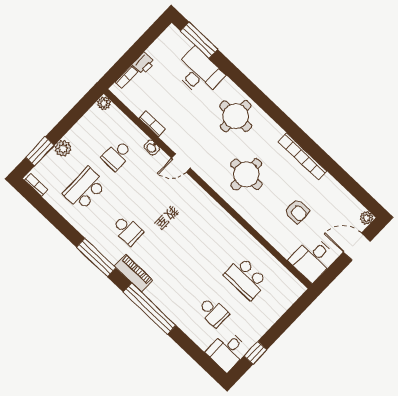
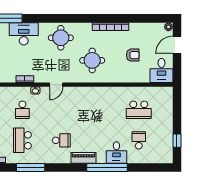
window: (96, 258) -> (31, 168), moved
school desk: (213, 312) -> (139, 140), turned -90
desk: (227, 351) -> (116, 152), moved

